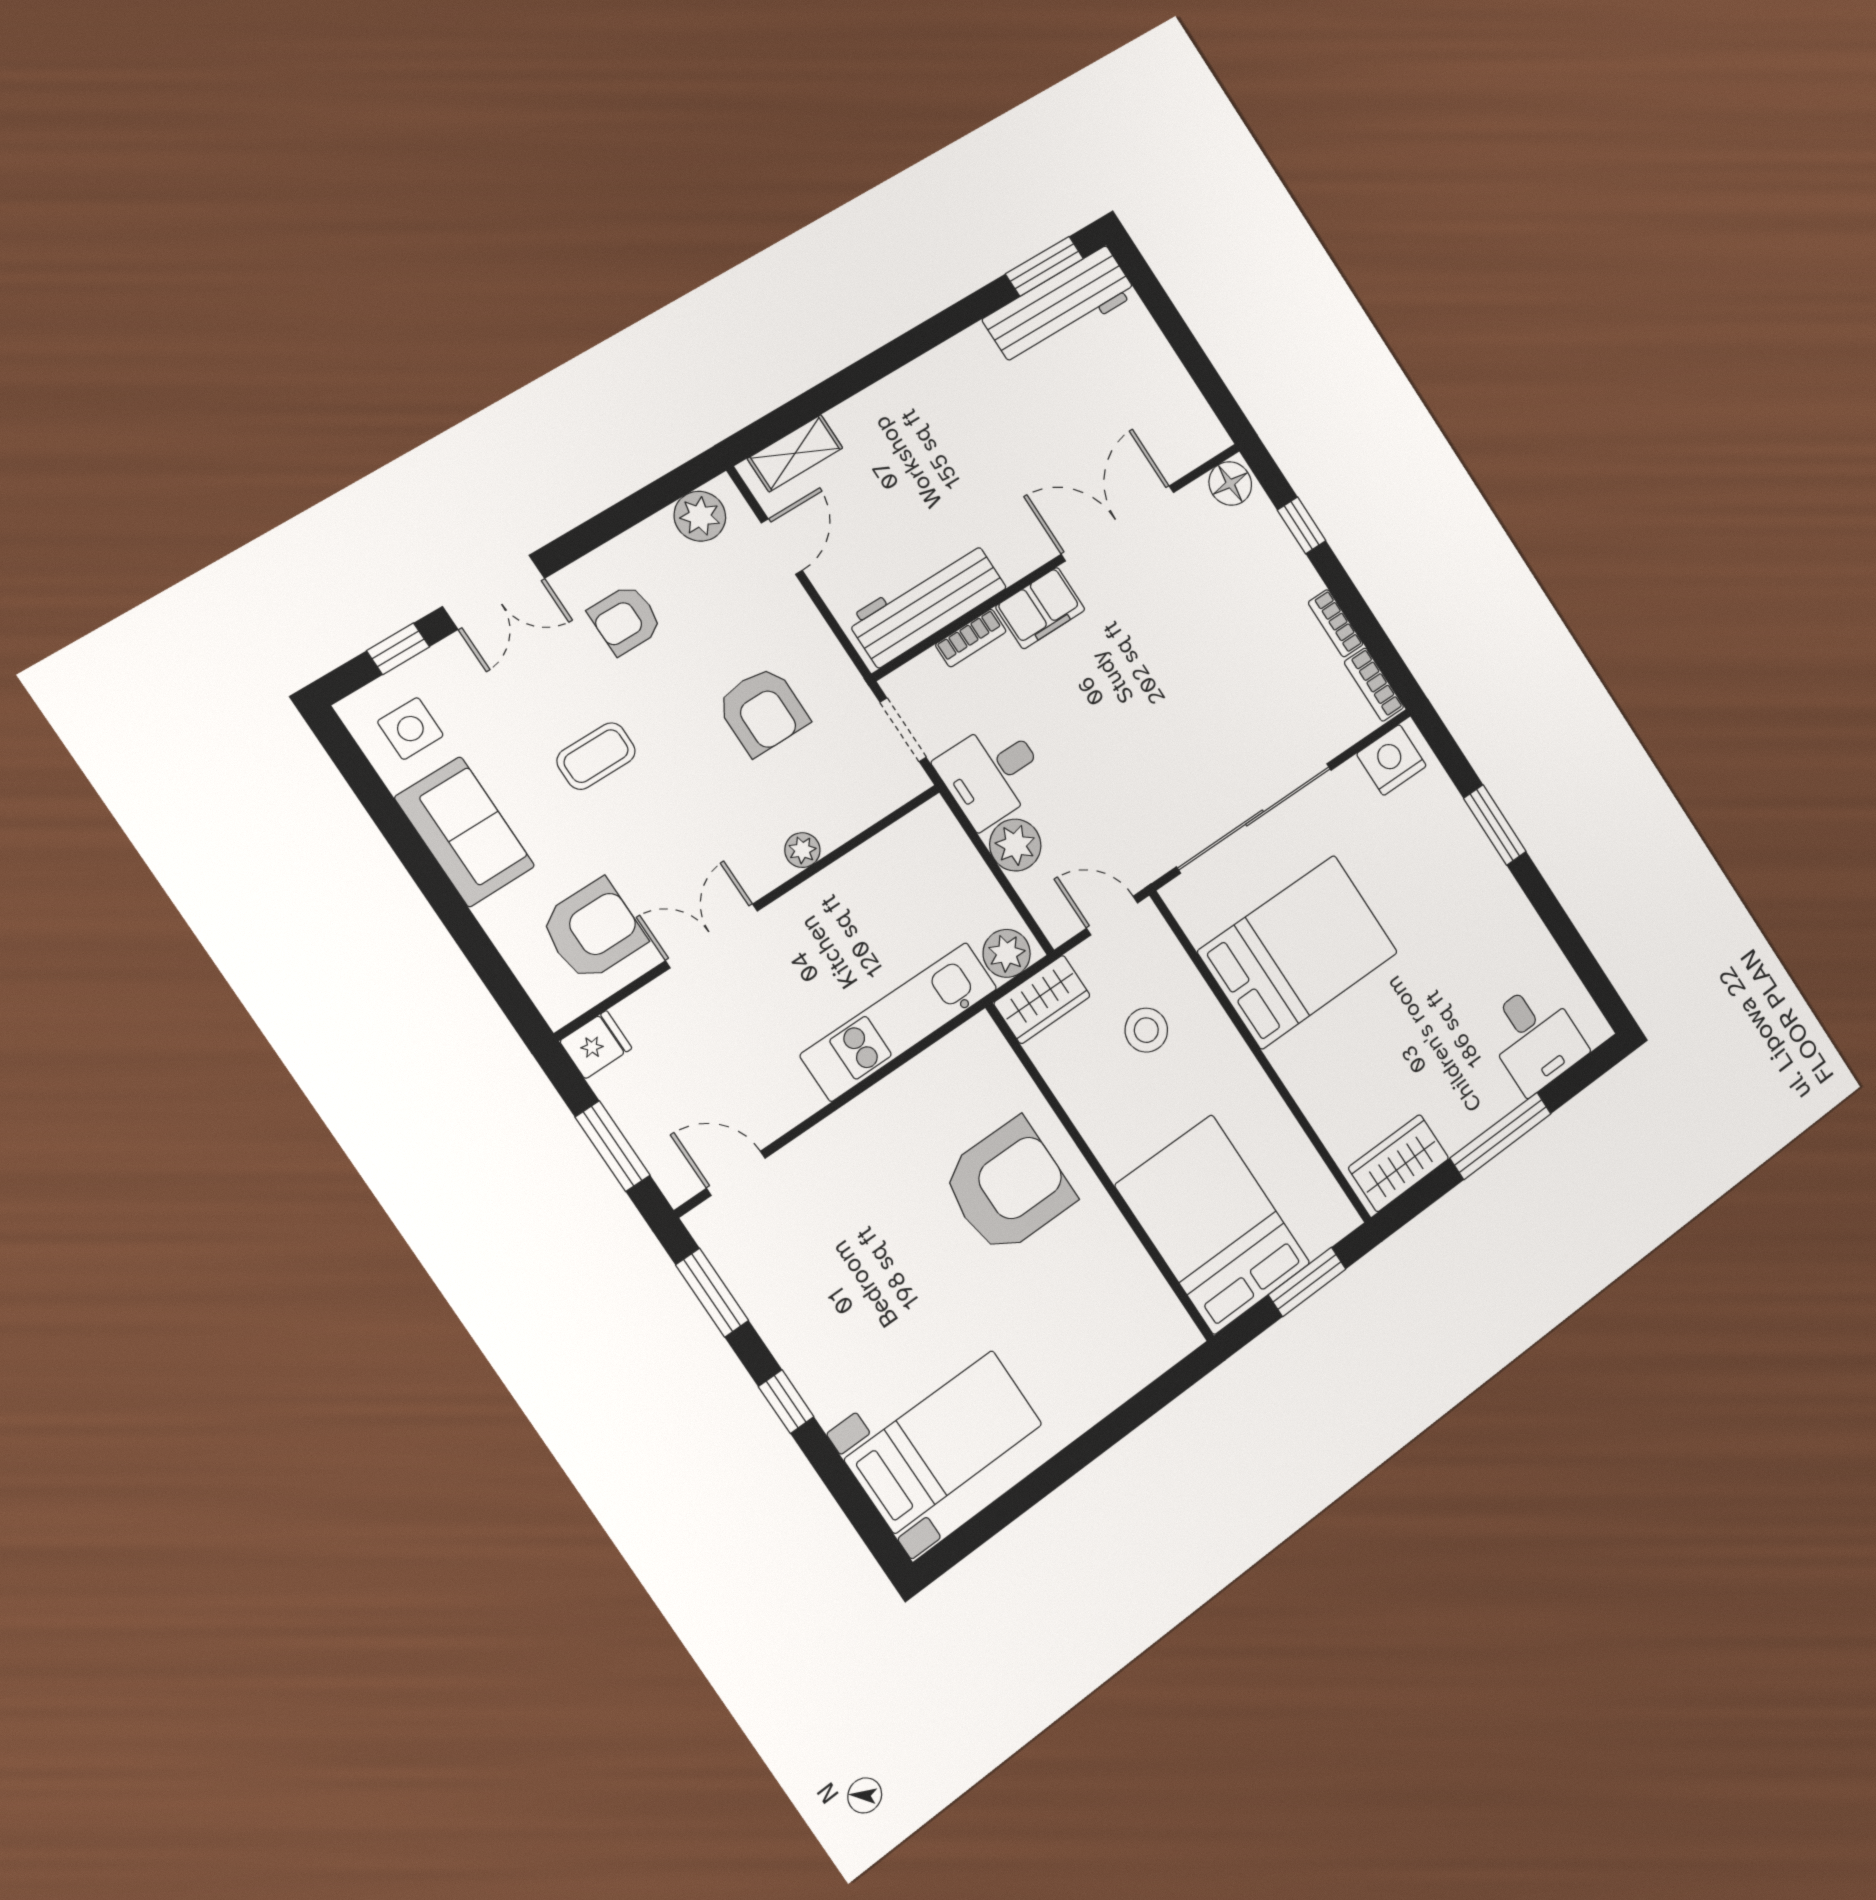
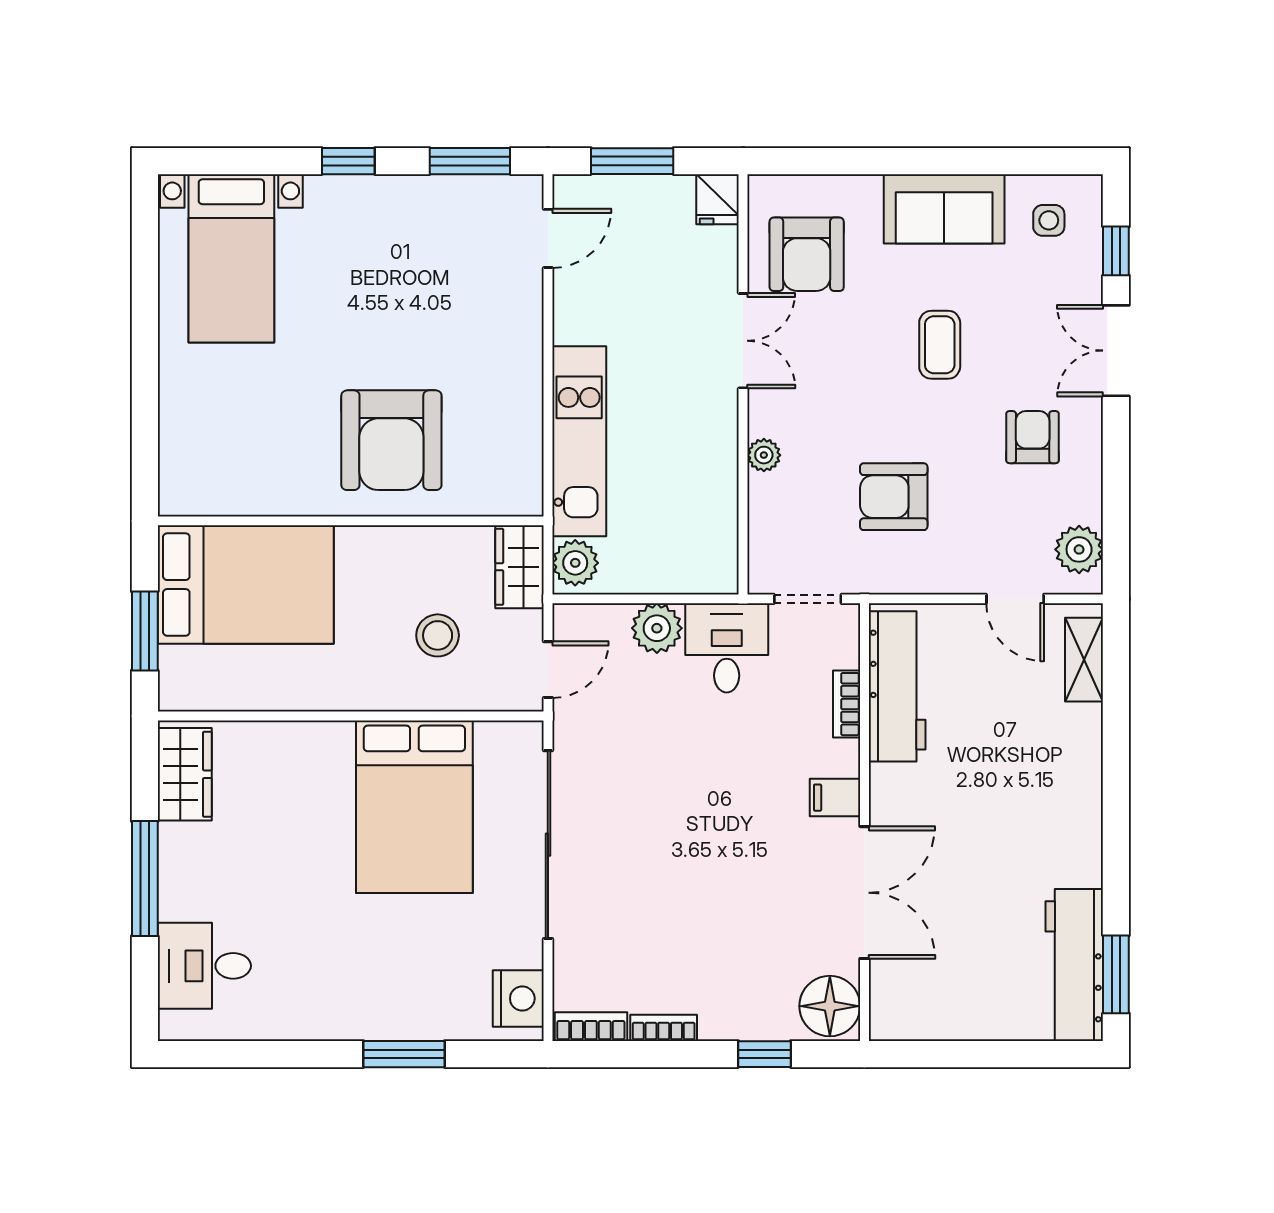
floor lamp: (1230, 483) -> (830, 1006), width x1.38, depth x1.38
filing cabinet: (1040, 608) -> (835, 798), width x0.50
side table: (410, 729) -> (1049, 220), width x0.73, depth x0.73

